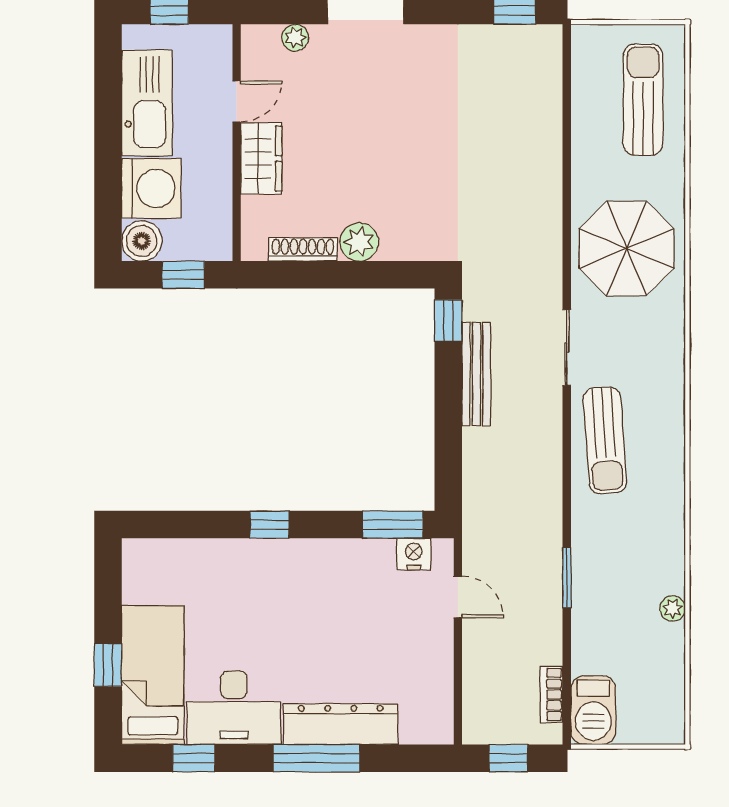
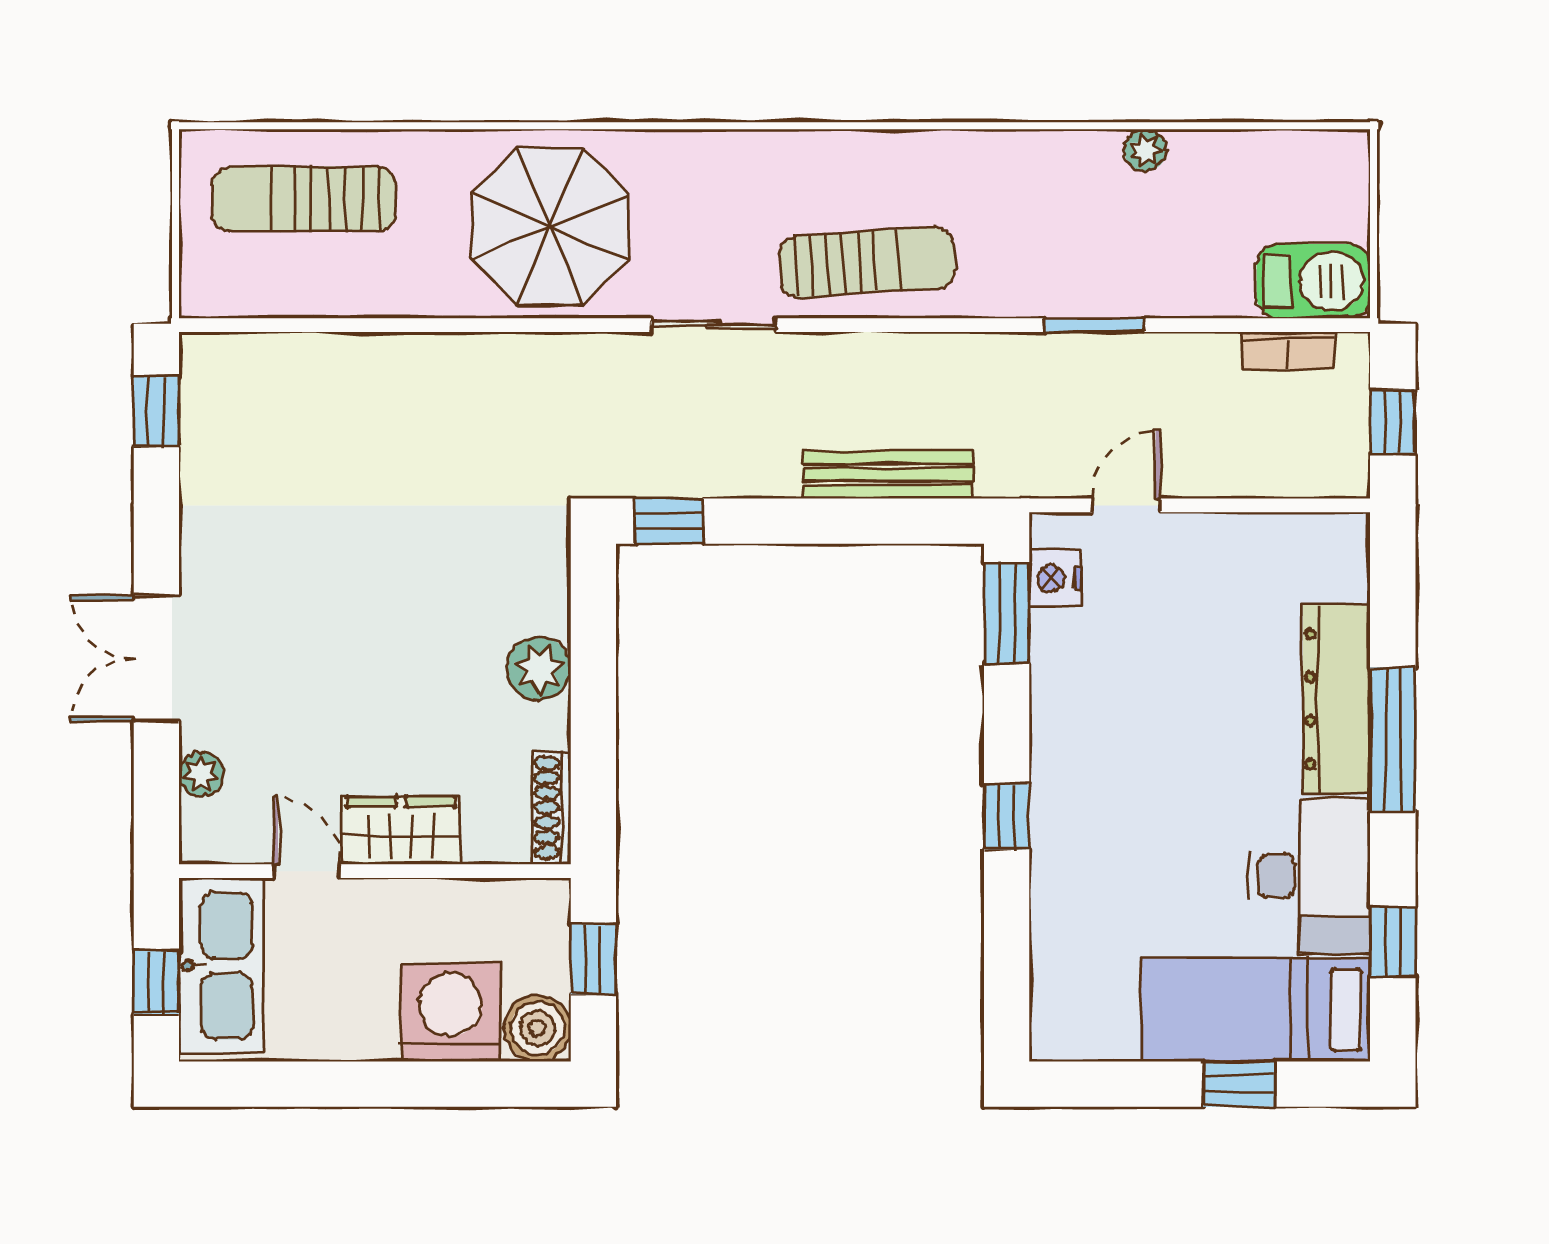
kitchen sink: (147, 103) -> (221, 966), moved, turned 90
shoe rack: (303, 249) -> (551, 808), moved
bench: (476, 374) -> (888, 475), moved

